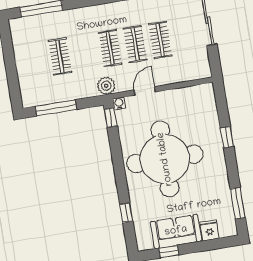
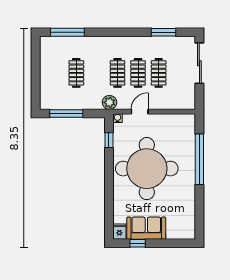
window: (111, 118) -> (109, 140), moved
window: (227, 137) -> (199, 159), width x3.17
window: (238, 203) -> (199, 213), removed
window: (126, 213) -> (109, 207), removed
fridge: (209, 230) -> (119, 232), moved

